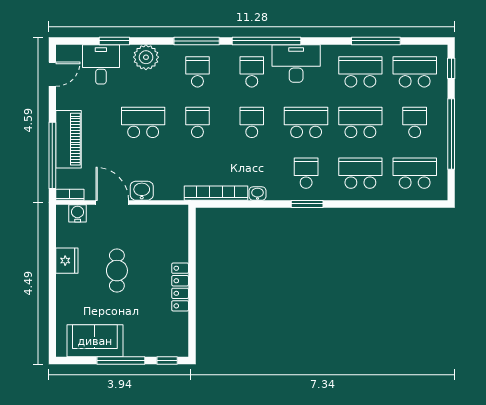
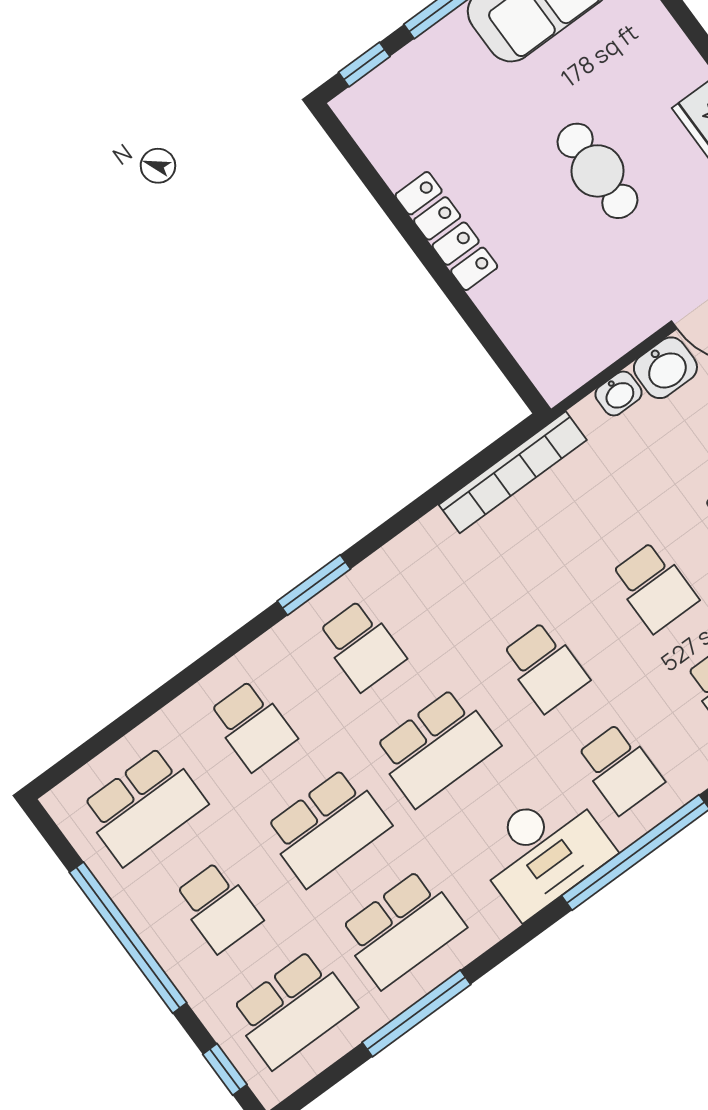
school desk: (360, 173) -> (253, 725), width x0.54
washbasin: (257, 194) -> (619, 393), moved

